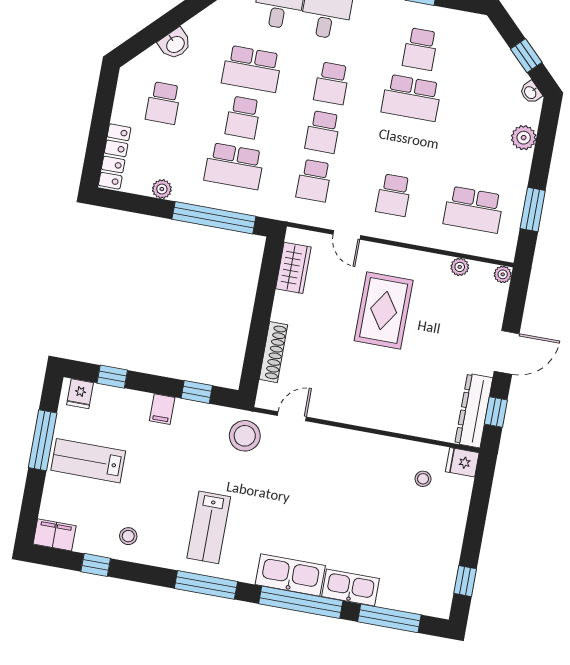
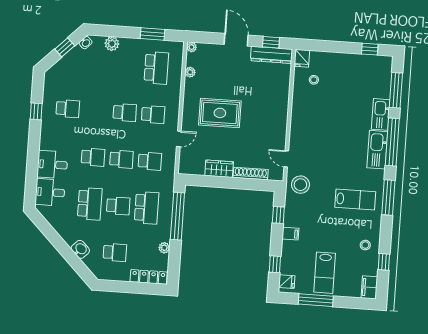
school desk: (411, 98) -> (125, 113), moved, width x0.54
wardrobe: (293, 268) -> (219, 169), moved

